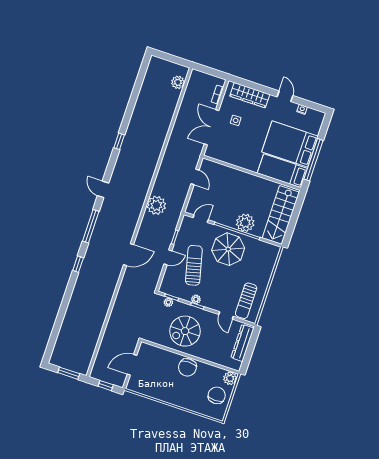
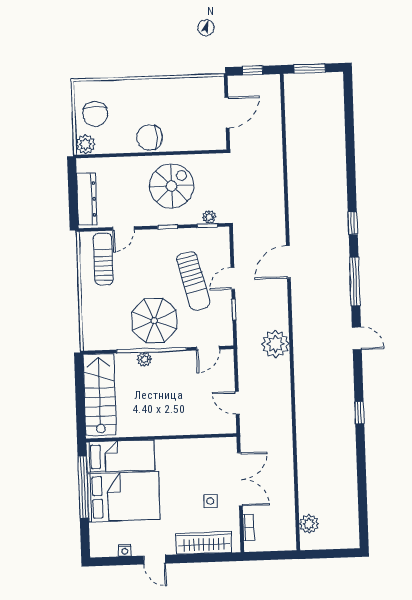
plant: (245, 223) -> (144, 359), width x0.53, depth x0.53
plant: (196, 299) -> (173, 235), removed
door: (226, 315) -> (123, 228), swing flipped
chair: (187, 367) -> (150, 137), turned -90

